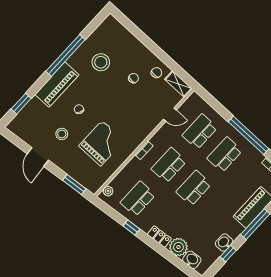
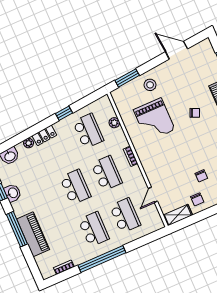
stool: (62, 134) -> (150, 85), moved
door: (38, 157) -> (176, 50), moved
plant: (108, 191) -> (114, 123), moved
plant: (178, 247) -> (29, 143), width x0.53, depth x0.53

